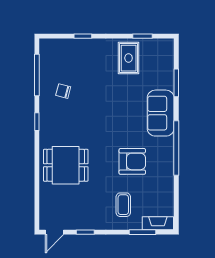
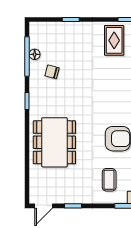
floor lamp: (45, 73) -> (35, 54), added
dining table: (66, 165) -> (54, 142), width x1.38

